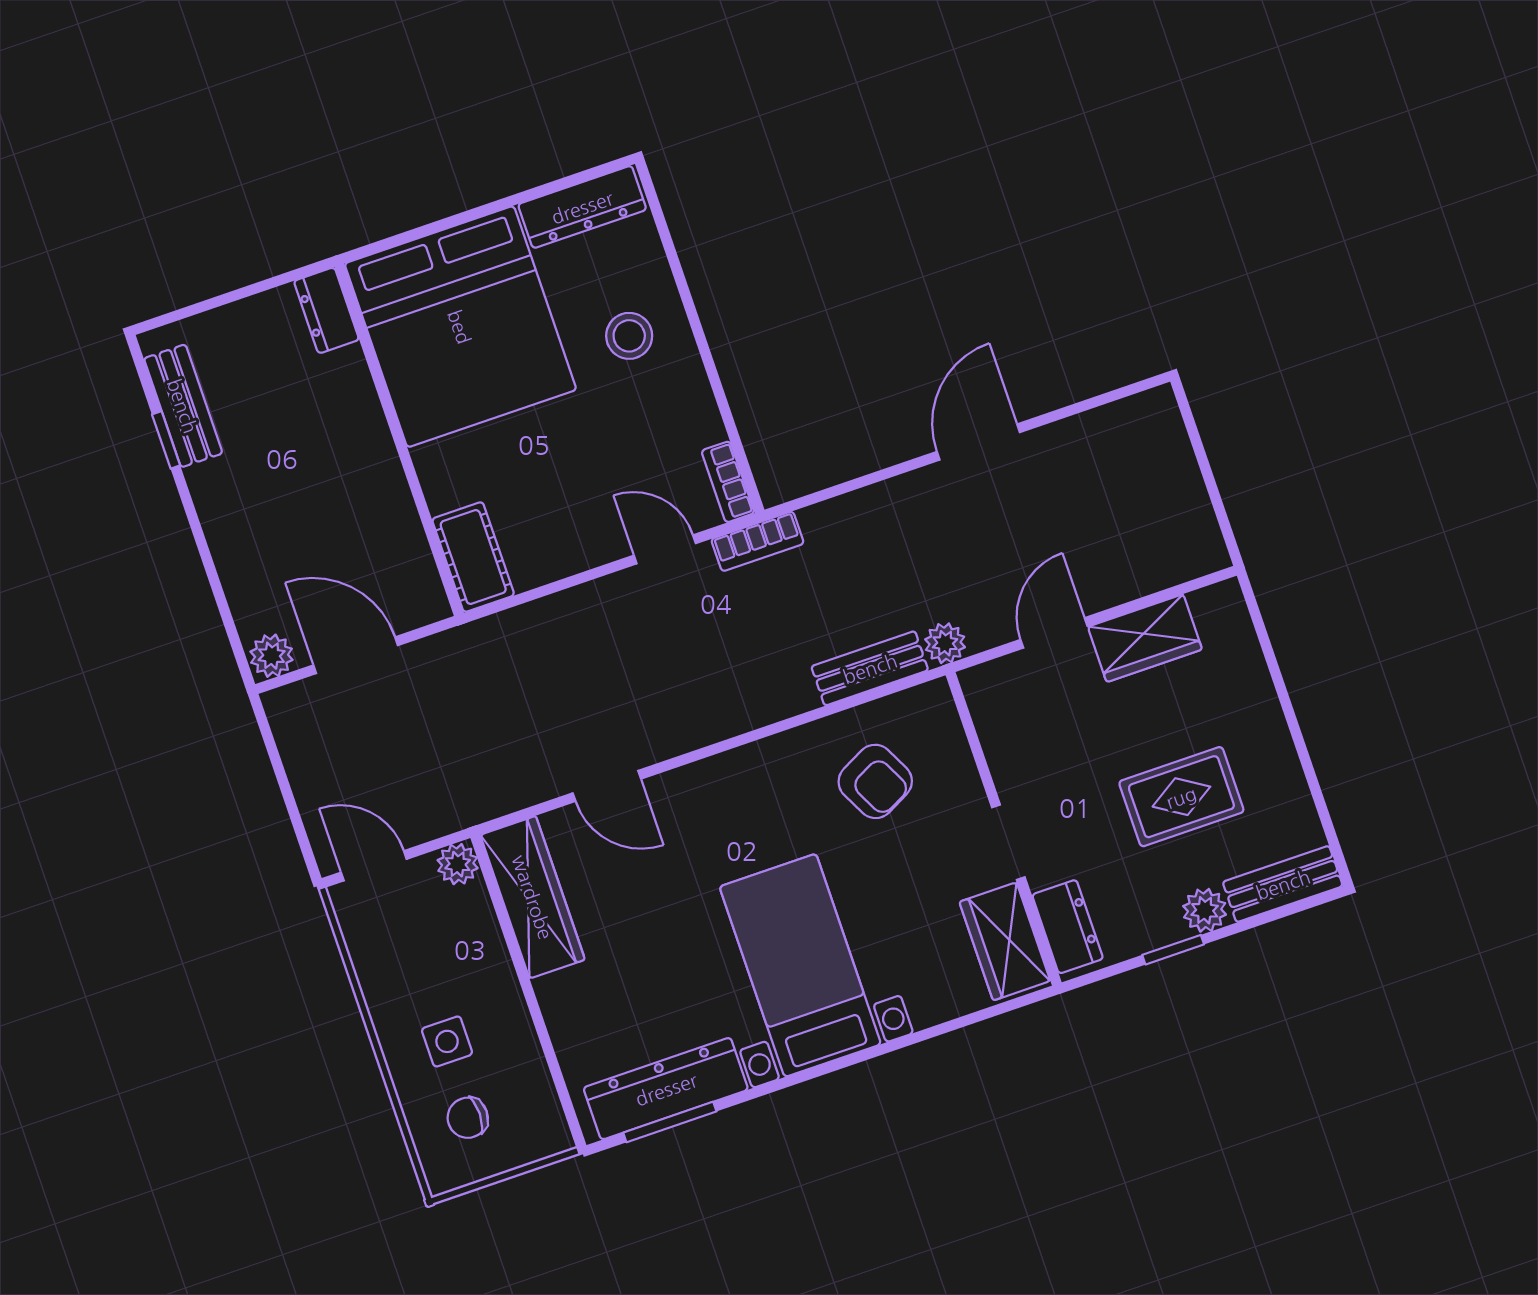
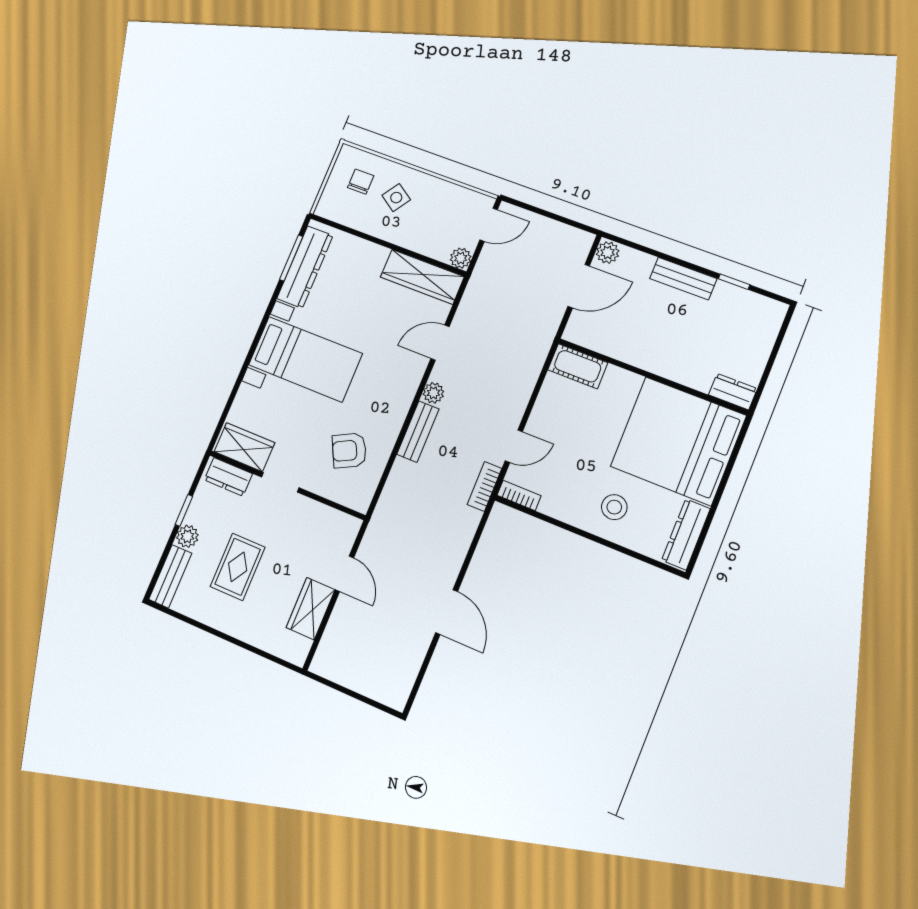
bench: (183, 406) -> (683, 279), moved
plant: (945, 643) -> (433, 393), moved
bench: (870, 668) -> (418, 432), moved
side table: (447, 1041) -> (396, 198), turned 34

